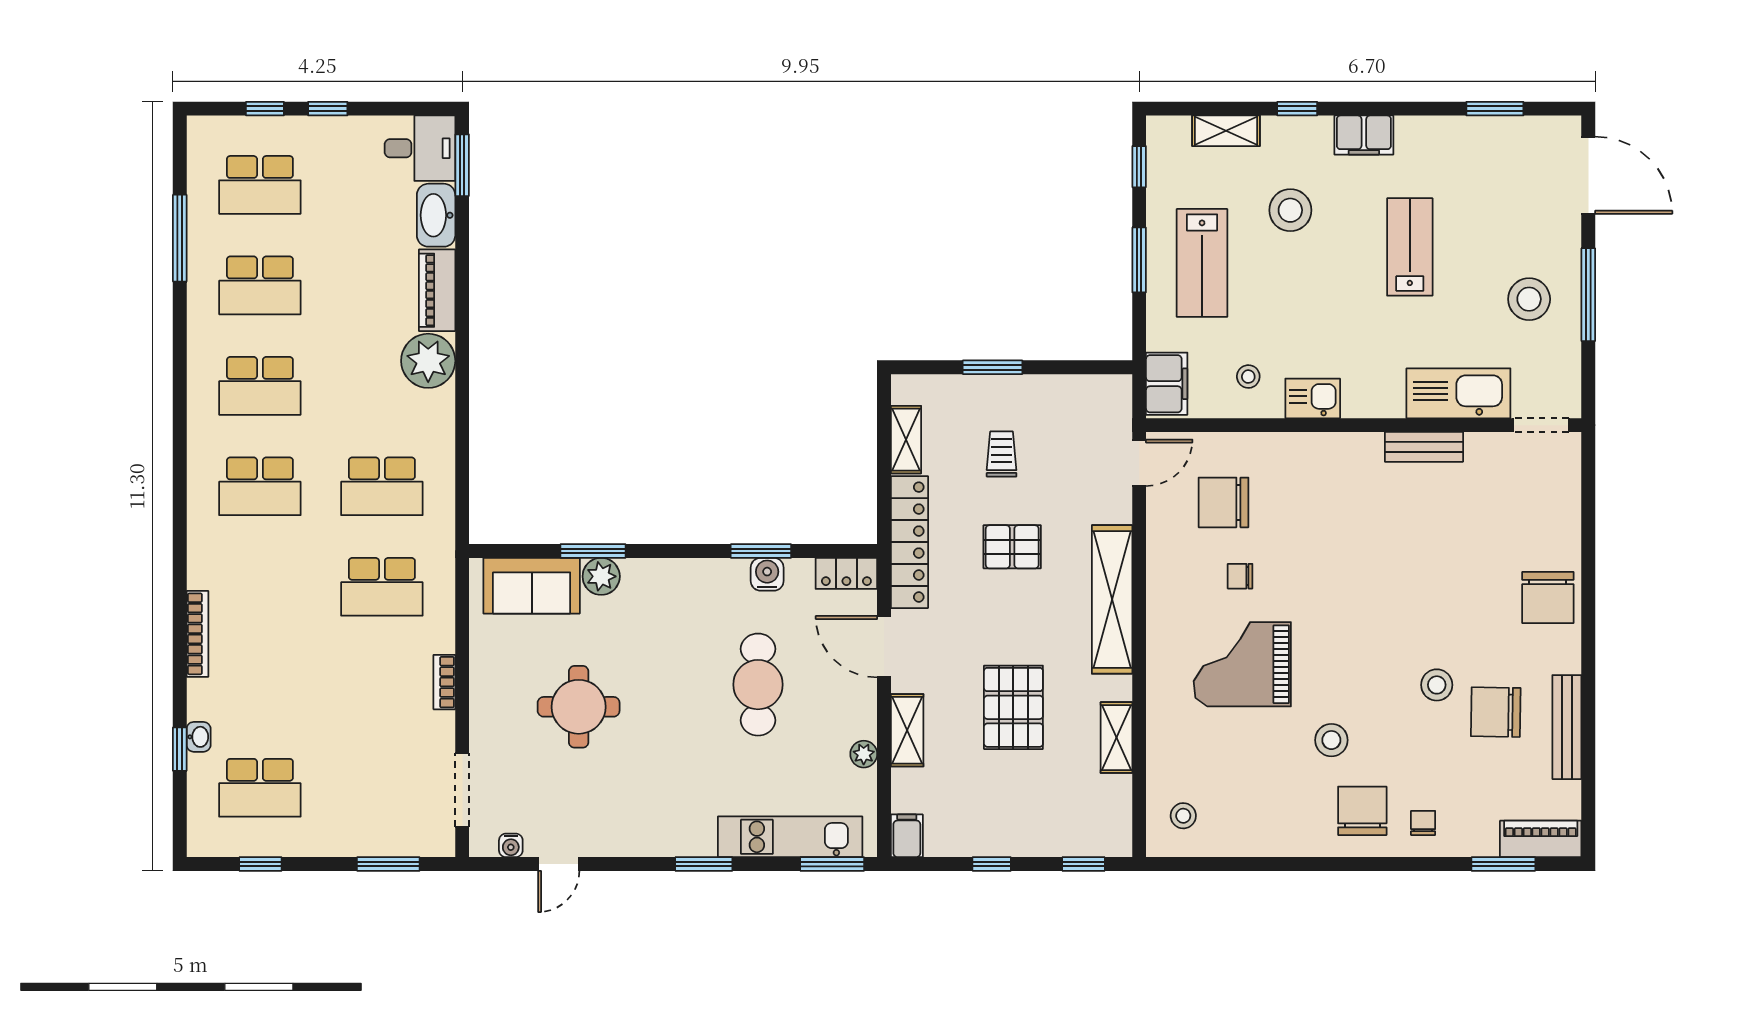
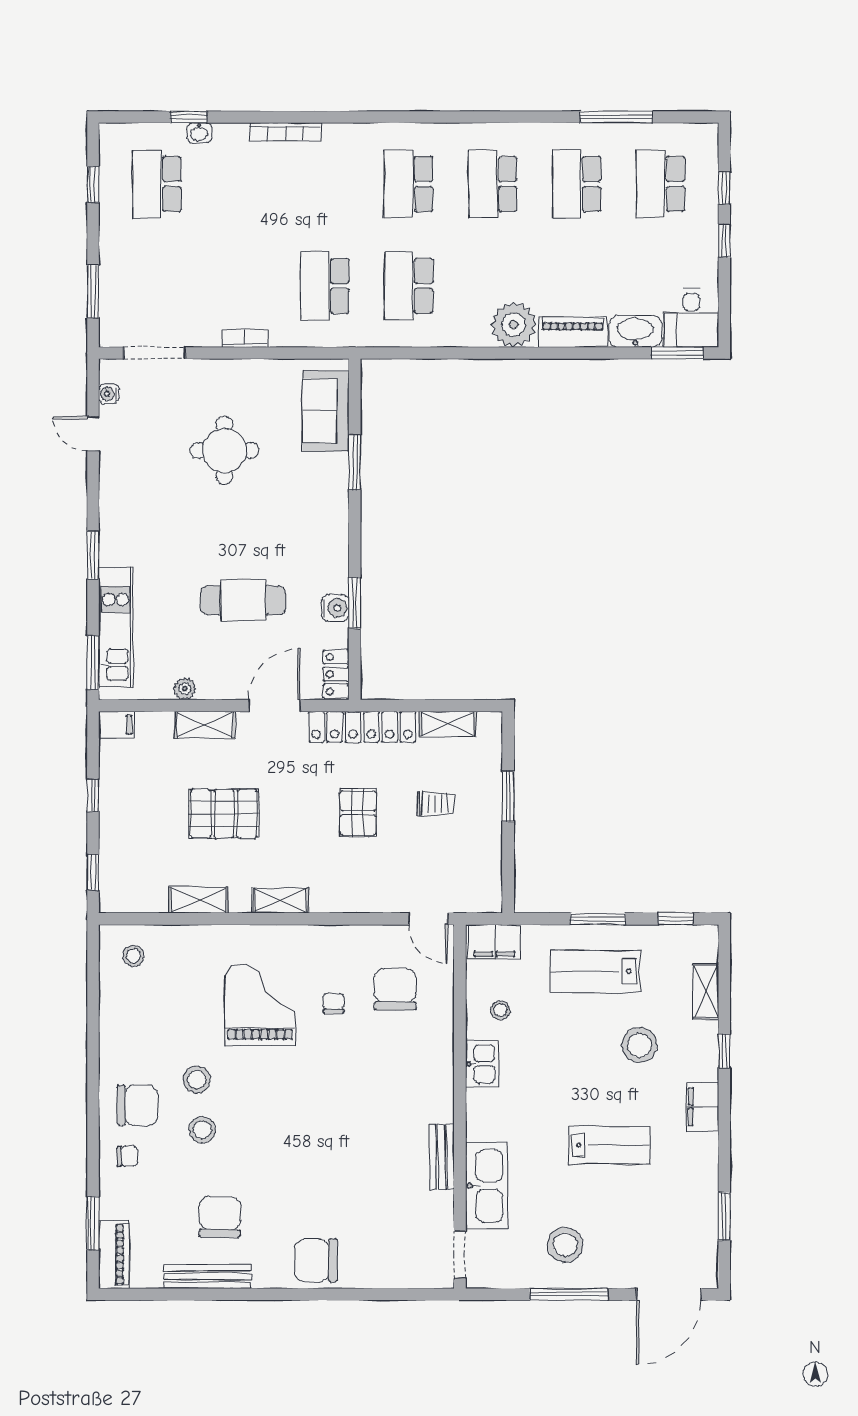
plant: (601, 576) -> (333, 469), removed
shelving: (1112, 599) -> (280, 900), width x0.45, depth x0.75
stool: (1437, 685) -> (202, 1130), moved

